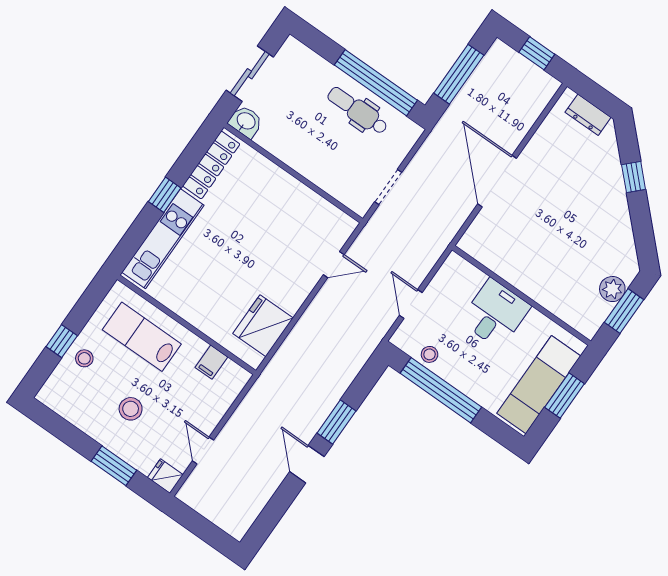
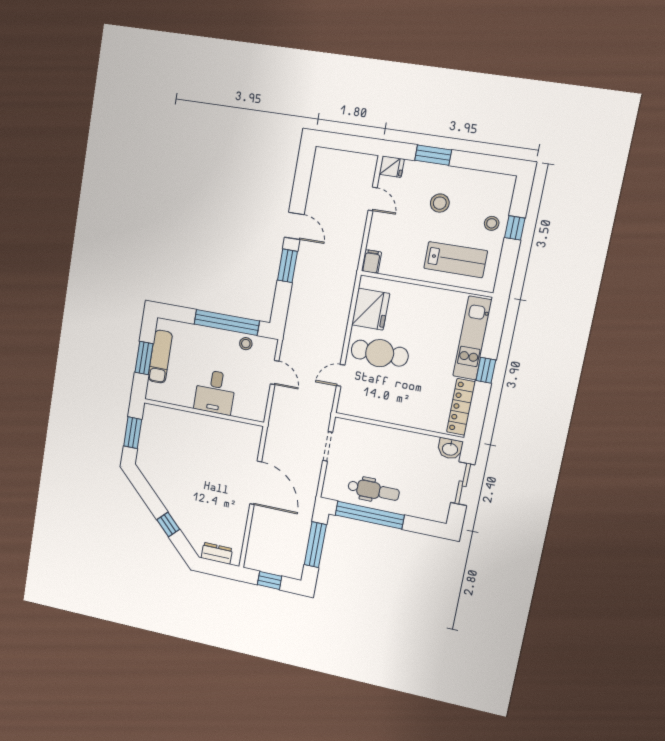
cafe table: (276, 270) -> (380, 353), added
plant: (612, 289) -> (147, 444), removed
filing cabinet: (211, 362) -> (371, 262), moved
exam couch: (539, 385) -> (160, 357), width x0.73, depth x0.69

